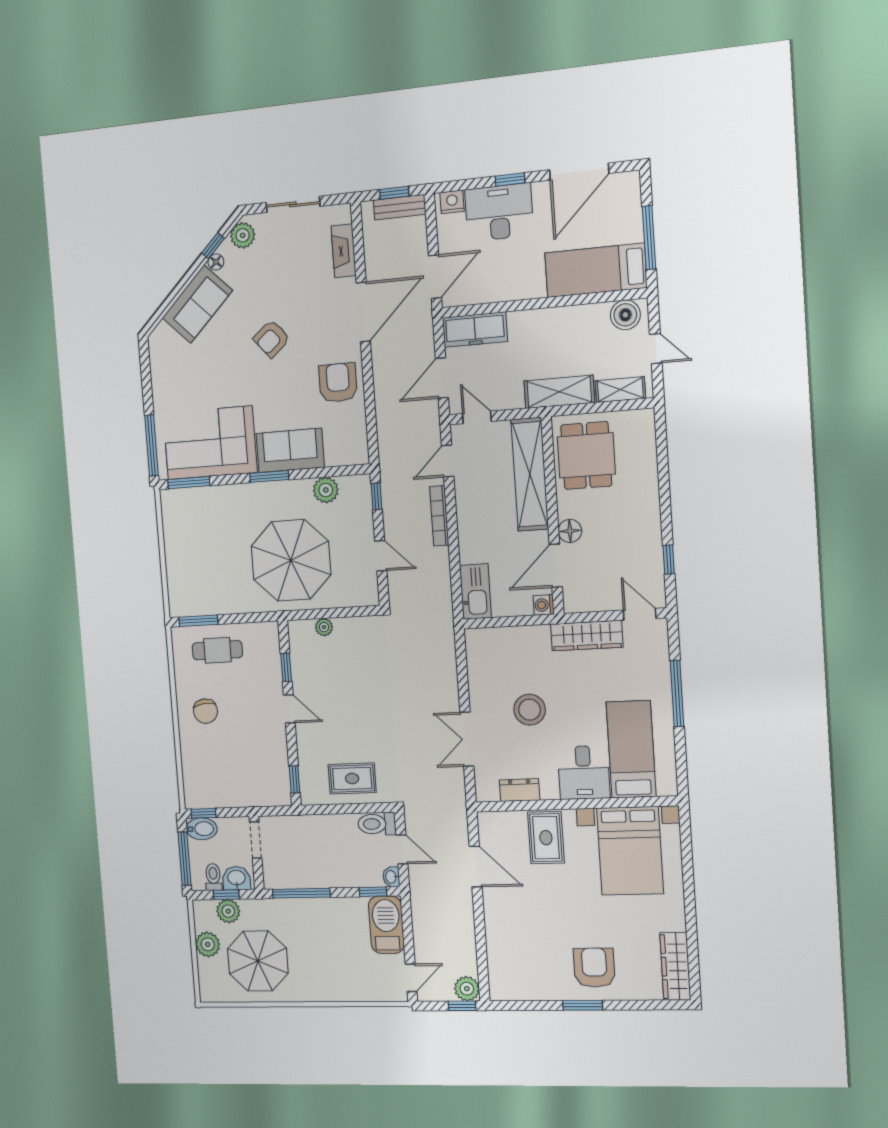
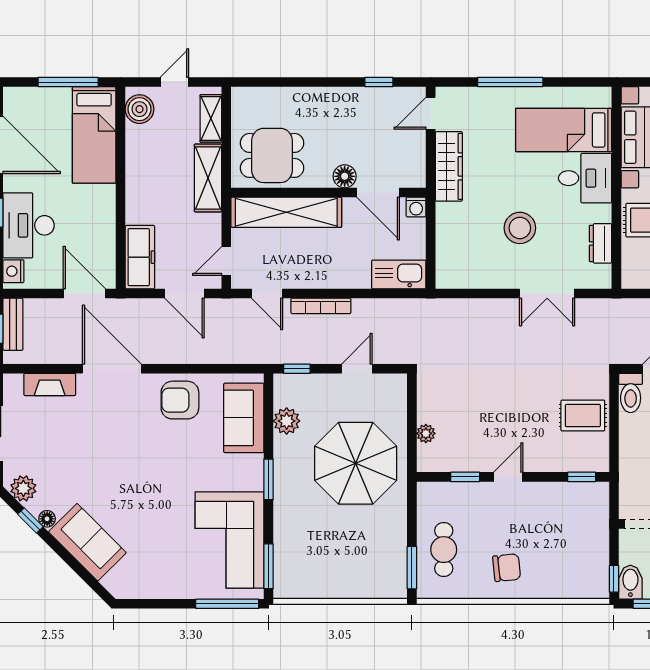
armchair: (272, 339) -> (130, 466), removed
sofa: (290, 450) -> (244, 418), moved
rug: (352, 778) -> (583, 416), turned 90

